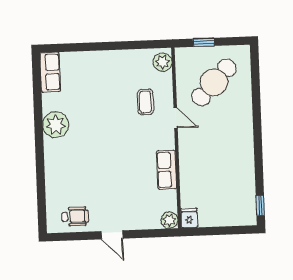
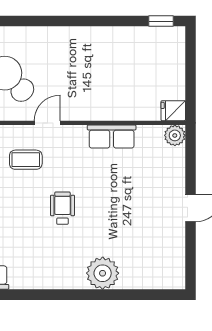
plant: (56, 125) -> (103, 273), moved
wheelchair: (75, 216) -> (62, 208), moved

